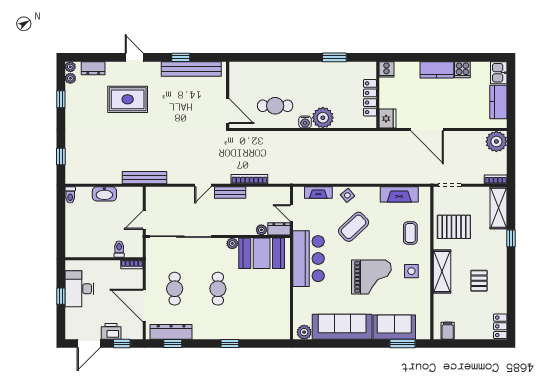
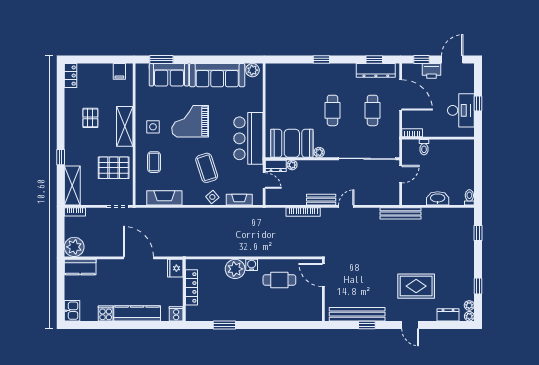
kitchen counter: (437, 70) -> (137, 313), width x1.50
kitchen counter: (498, 102) -> (80, 267), moved, turned 90
coffee table: (354, 227) -> (207, 168), turned -65

